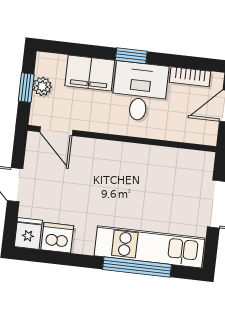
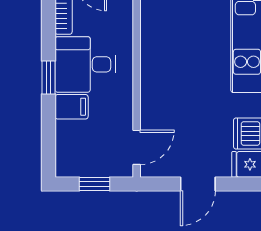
filing cabinet: (90, 73) -> (72, 107), width x0.50
plant: (42, 86) -> (91, 167), removed

